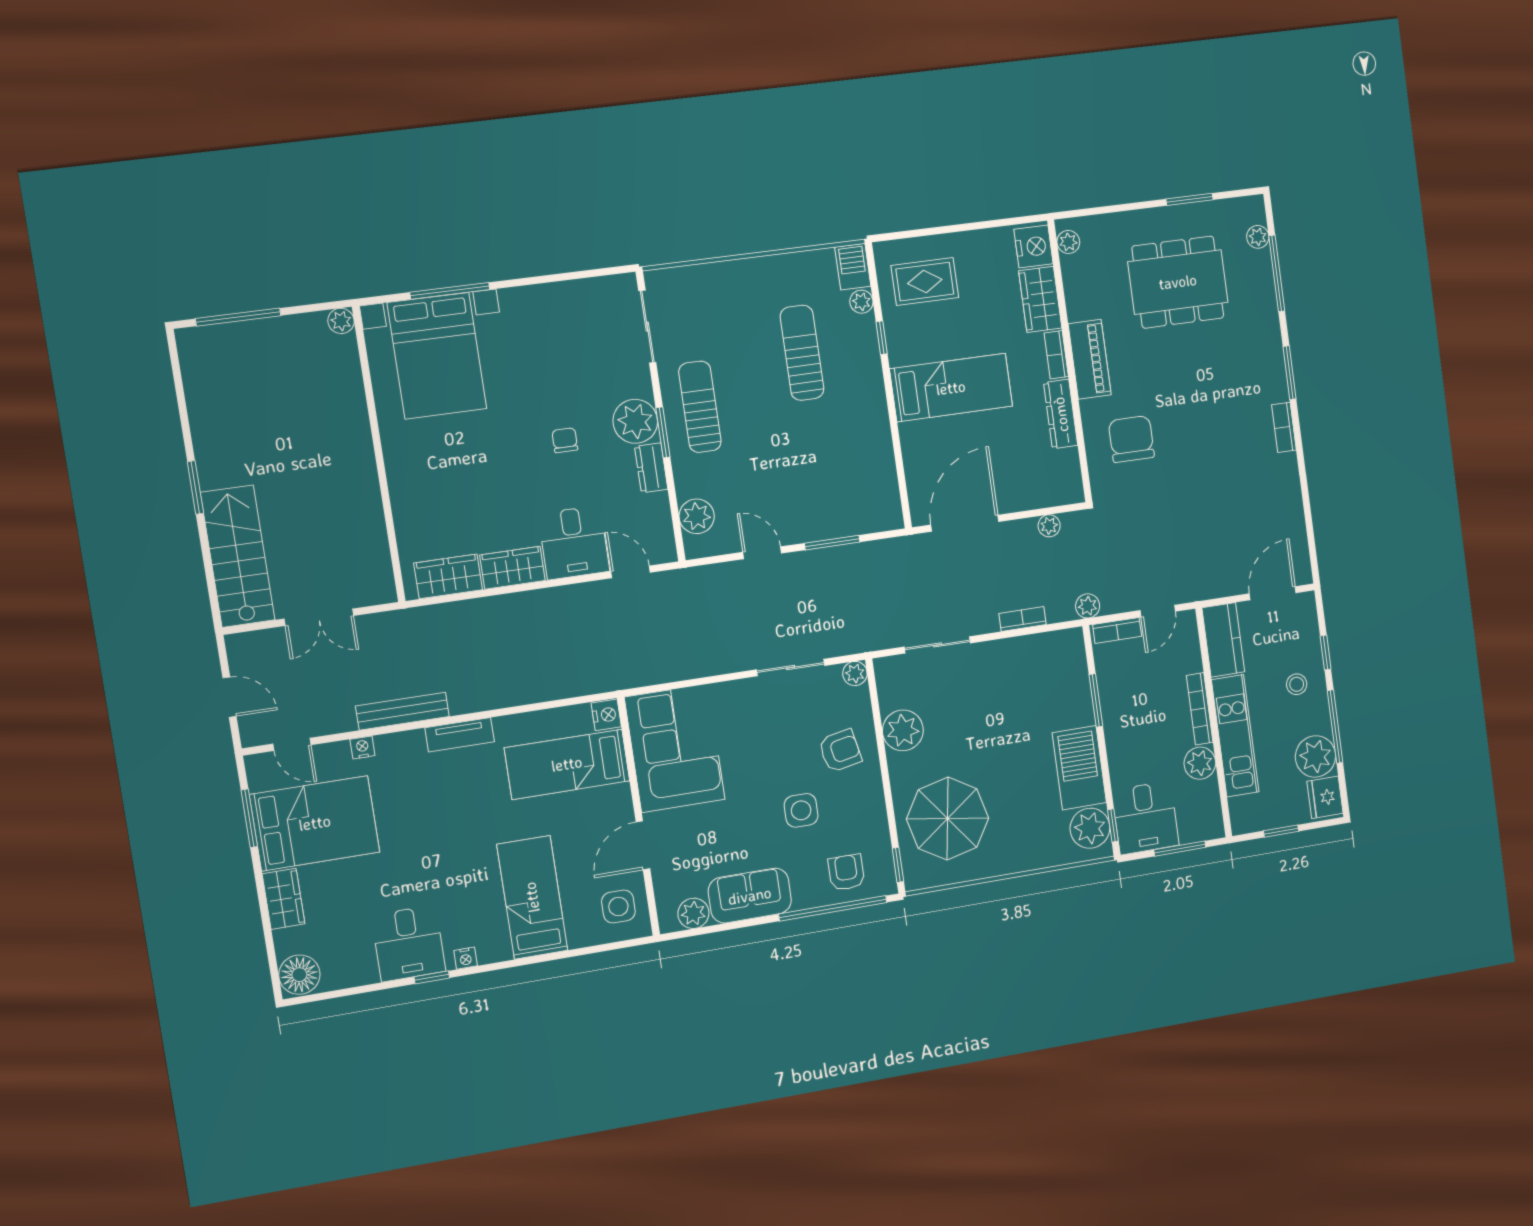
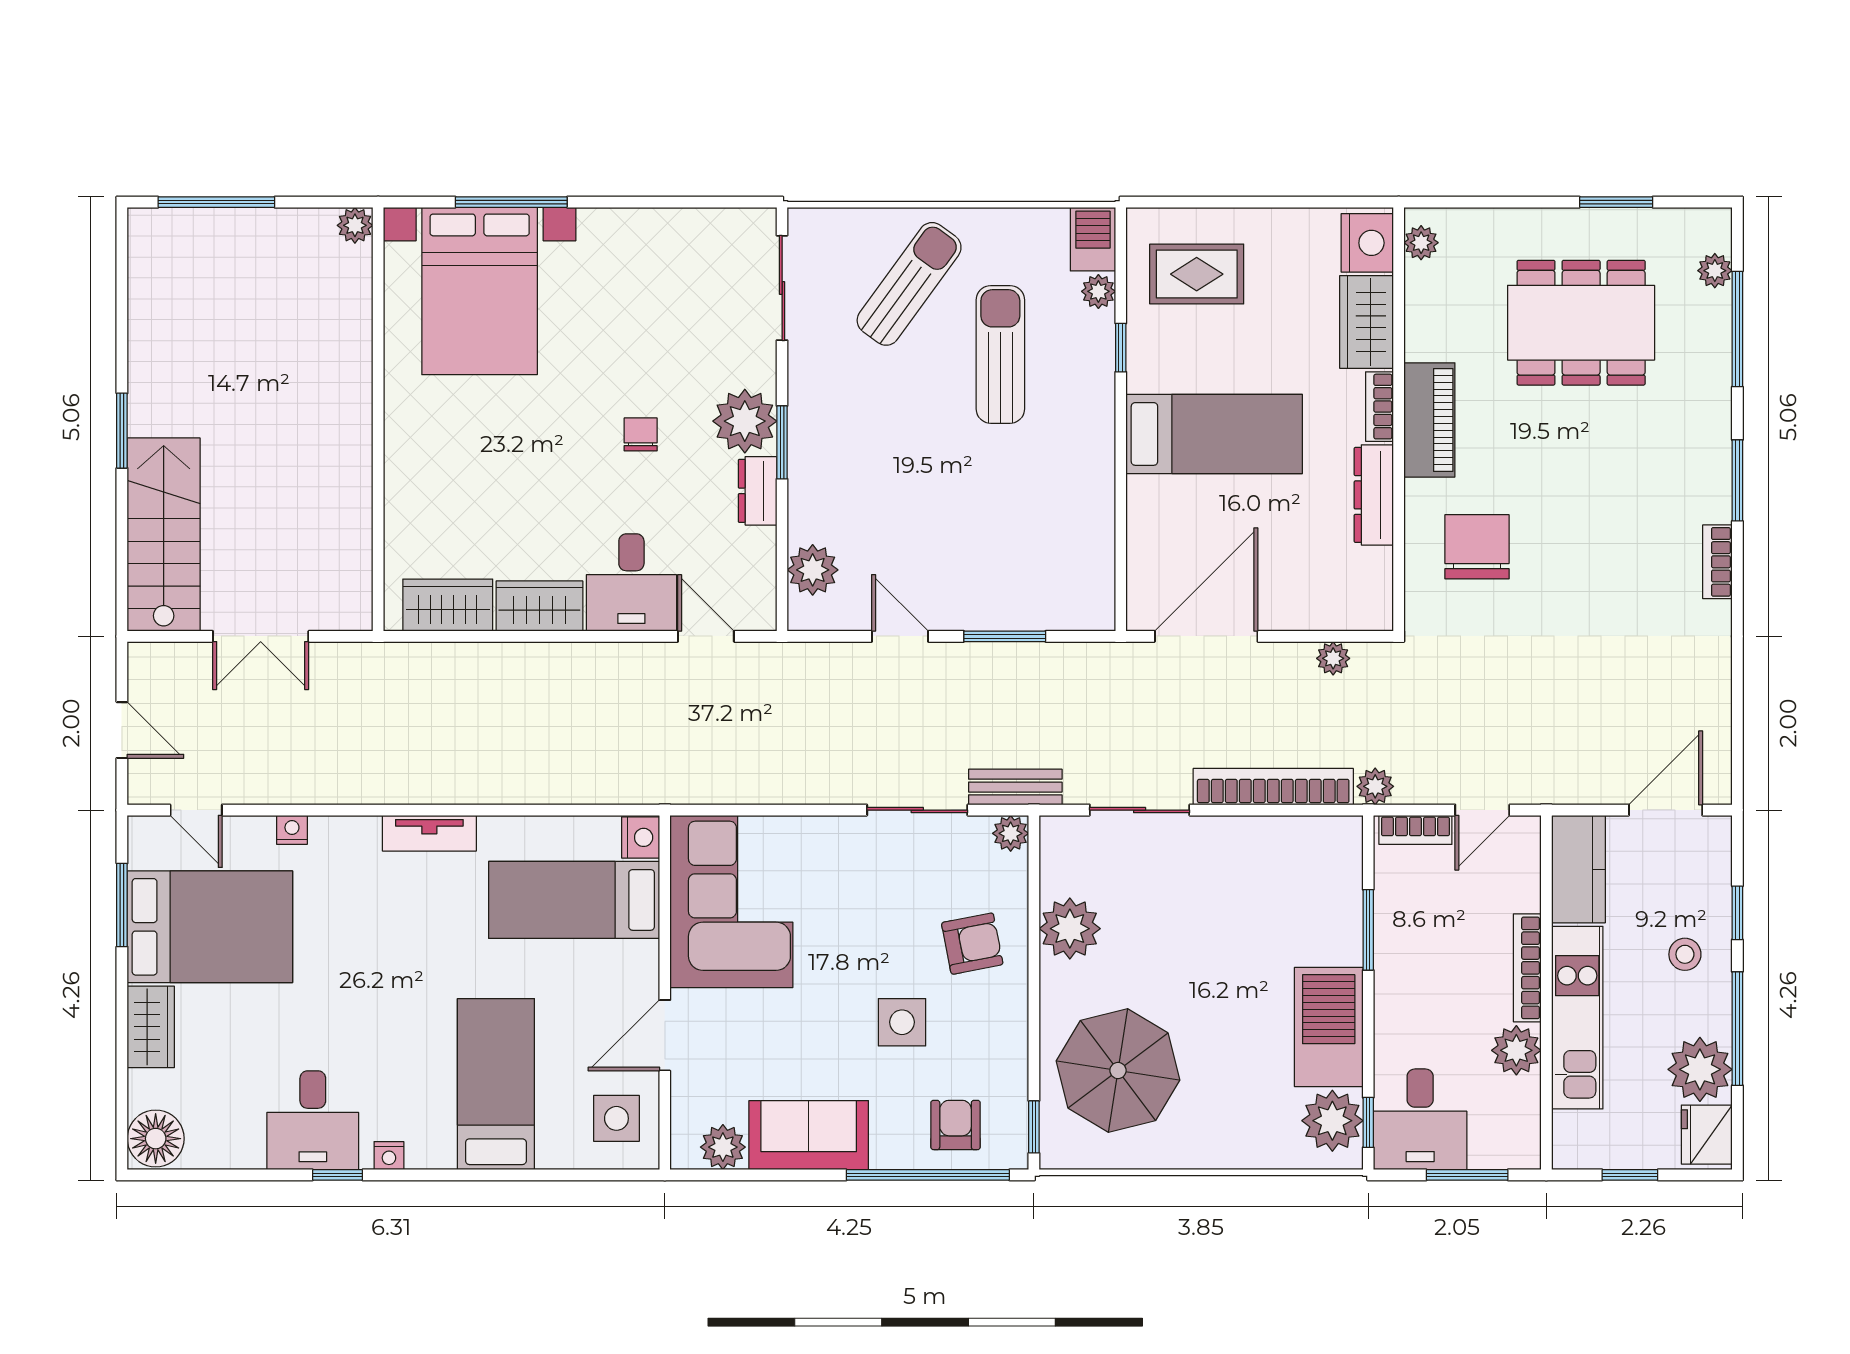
sun lounger: (700, 407) -> (909, 284), moved, turned 36
bookcase: (1023, 619) -> (1273, 787), width x2.31, depth x1.31
bench: (402, 711) -> (1015, 787), moved, width x0.73

